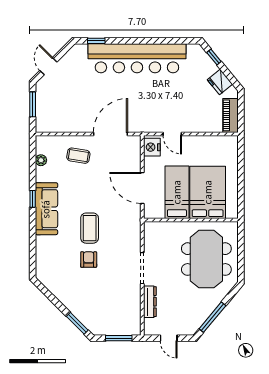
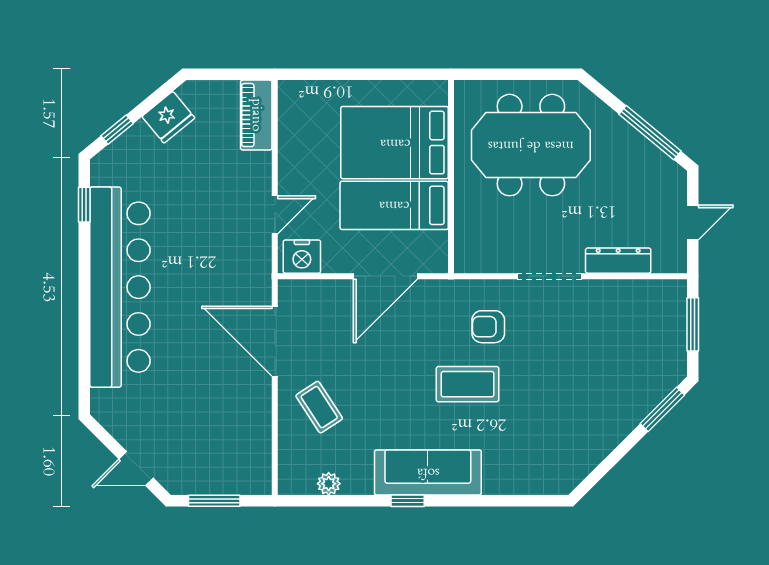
window: (96, 41) -> (84, 205), moved
piano: (231, 115) -> (256, 115), moved, turned 90
coffee table: (78, 156) -> (319, 407), turned -42
armchair: (89, 260) -> (488, 327), moved

